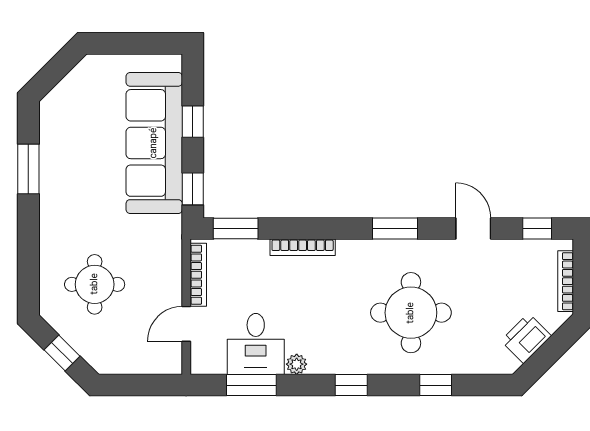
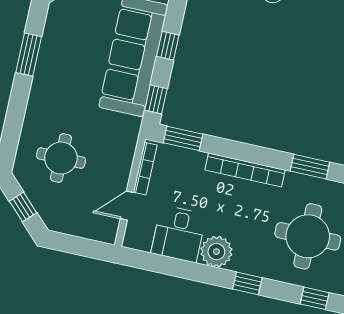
bookcase: (303, 247) -> (245, 170), width x1.48, depth x1.31
plant: (297, 364) -> (216, 252), width x1.88, depth x1.88
window: (251, 385) -> (168, 266), removed

